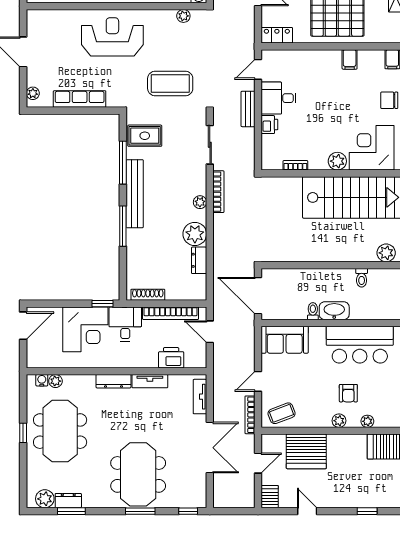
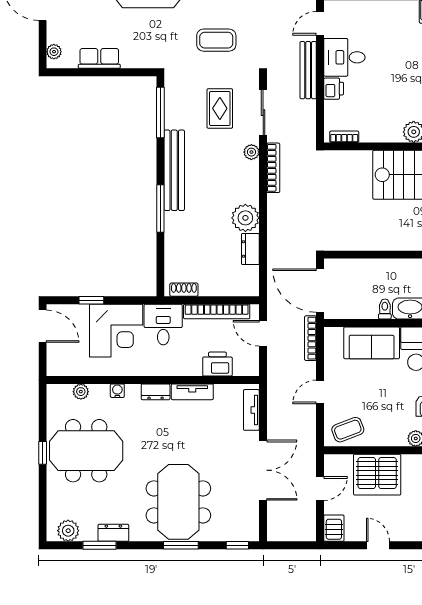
coffee table: (170, 84) -> (216, 40), width x0.73, depth x0.76
row of seats: (80, 99) -> (99, 58), width x0.68
bench: (248, 109) -> (308, 70), width x1.36
rug: (145, 136) -> (220, 108), moved, turned 90
window: (123, 163) -> (160, 112), moved
bookcase: (295, 165) -> (344, 137), moved
plant: (200, 202) -> (251, 152), moved
shoe rack: (148, 295) -> (184, 290), width x0.70
window: (103, 304) -> (91, 300), moved
door: (23, 326) -> (43, 326), hinge flipped
sofa: (285, 340) -> (372, 343), moved
water cooler: (42, 380) -> (117, 391), moved
dresser: (114, 381) -> (156, 392), width x0.70
bookcase: (250, 415) -> (310, 338), moved
meeting table: (60, 431) -> (86, 451), turned 90
dresser: (68, 501) -> (113, 533), moved

